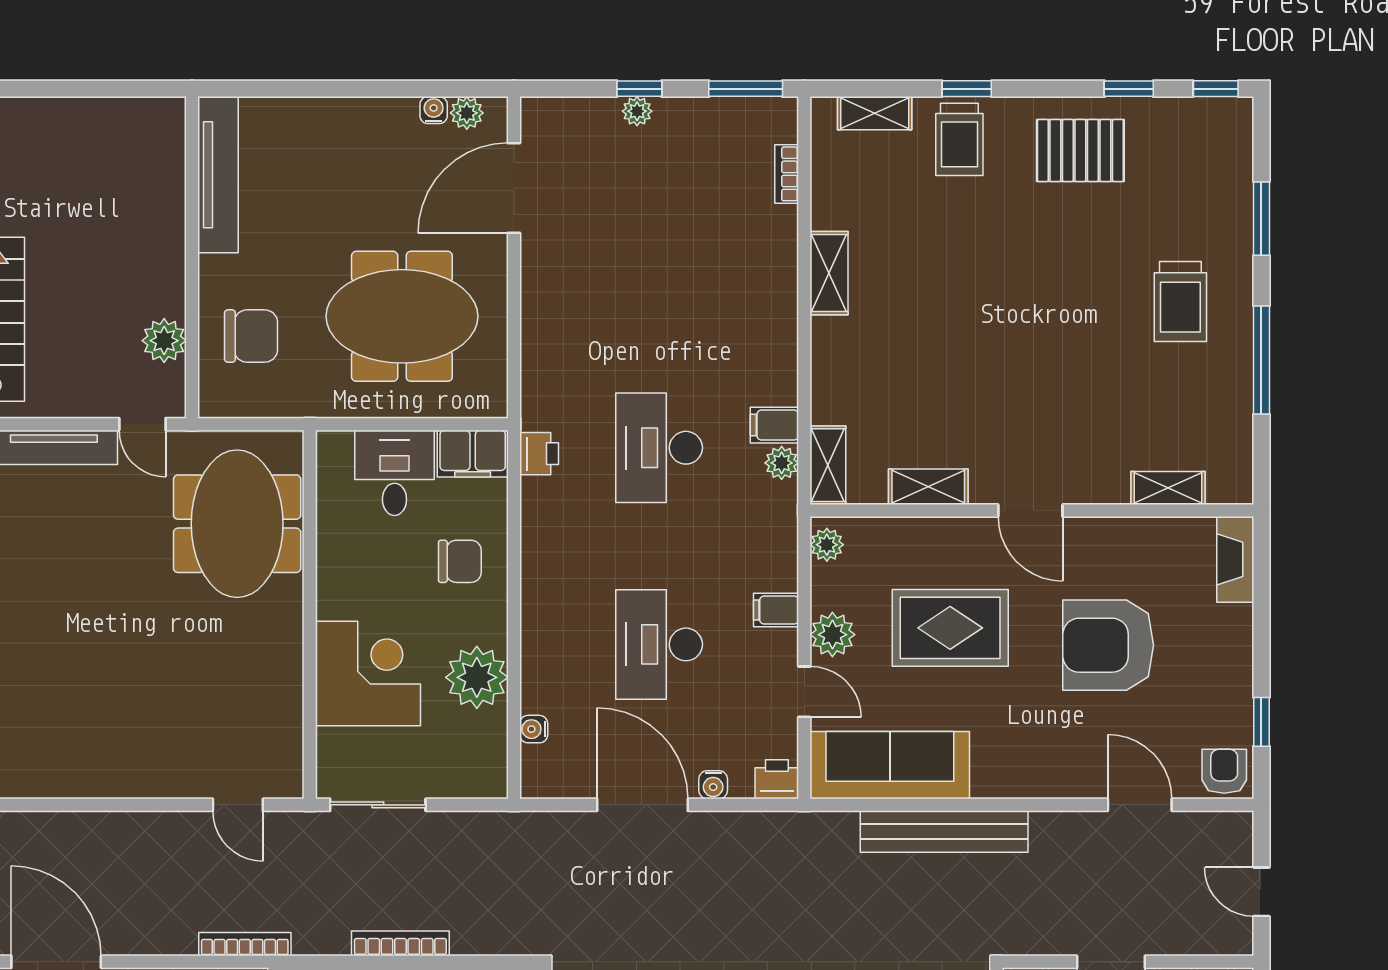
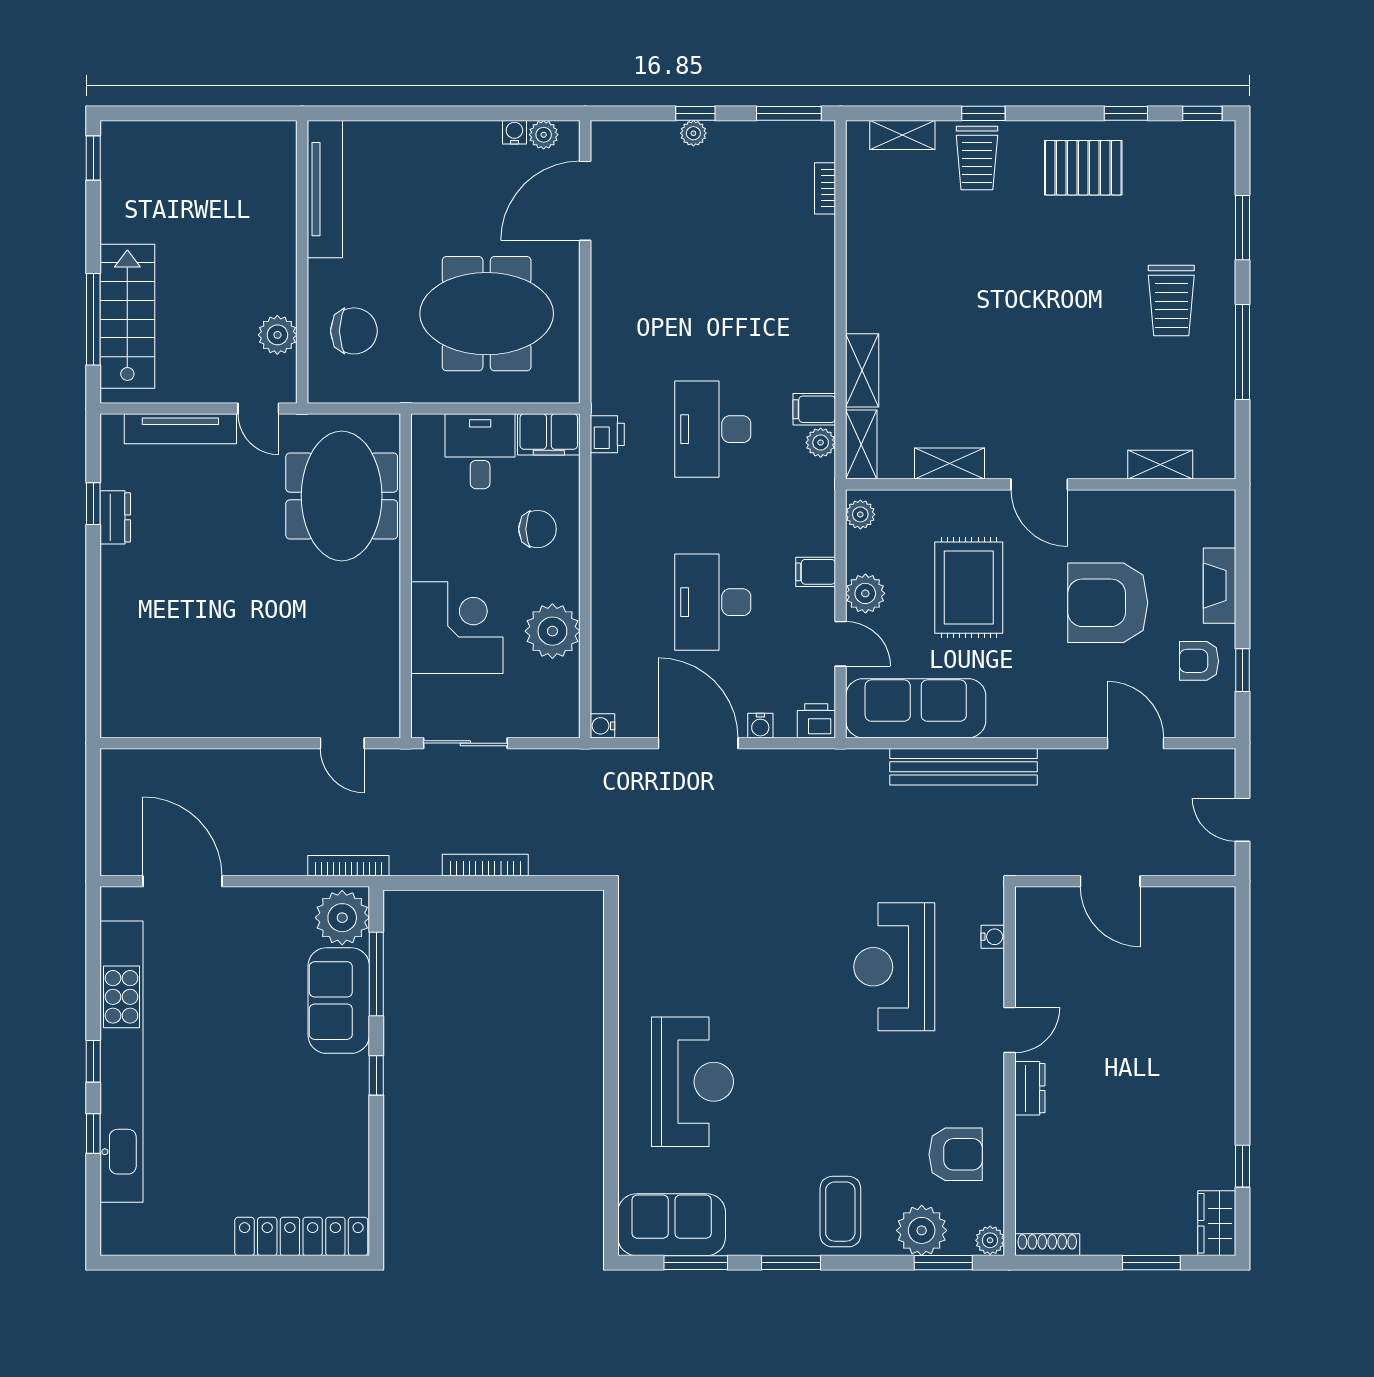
shelving: (829, 273) -> (862, 370), moved
fireplace: (1235, 559) -> (1219, 586), moved
rug: (950, 628) -> (969, 588), turned 90
water cooler: (534, 729) -> (602, 726), moved
armchair: (1224, 771) -> (1199, 661), moved, turned -90

